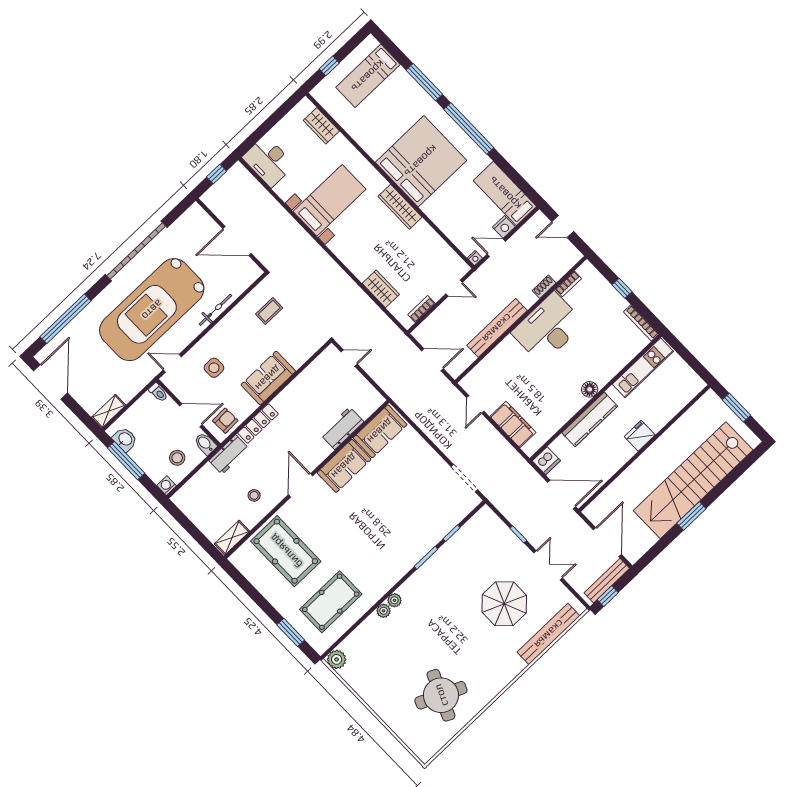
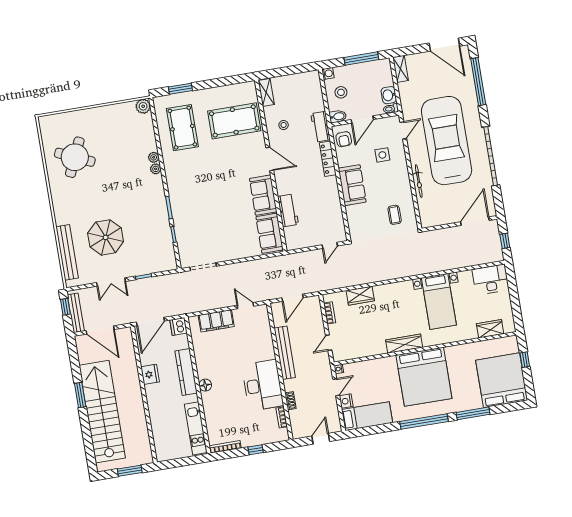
bed: (368, 76) -> (502, 380), width x2.04
door: (237, 241) -> (475, 221), moved
fridge: (640, 436) -> (150, 374), moved
washbasin: (125, 439) -> (389, 95), moved, turned 90

